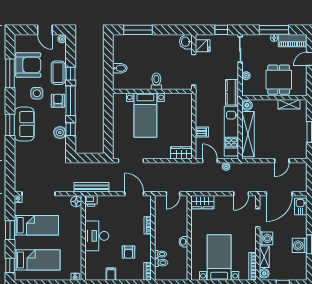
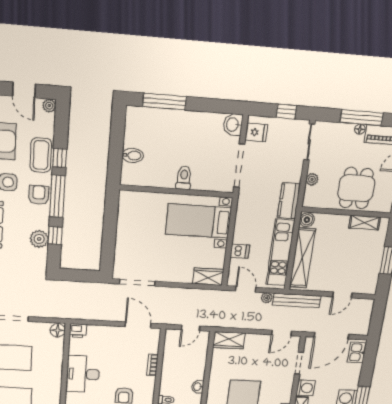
bed with nightstands: (145, 115) -> (198, 221), moved, turned 90
bench: (91, 187) -> (297, 300), moved

